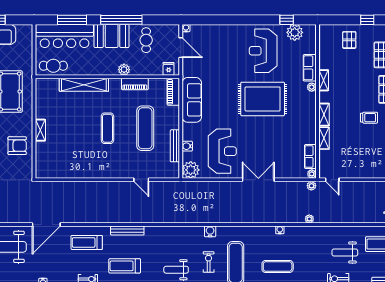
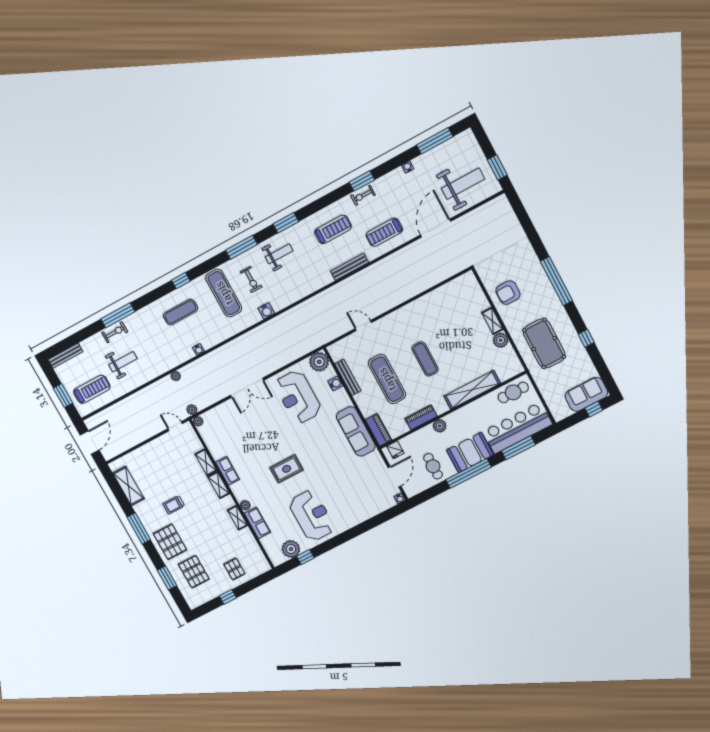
door: (181, 48) -> (394, 477), swing flipped
rug: (263, 99) -> (287, 469), width x0.54, depth x0.49
plant: (42, 112) -> (501, 340), added
row of seats: (310, 156) -> (228, 471), moved
treadmill: (87, 242) -> (384, 232), turned 180

